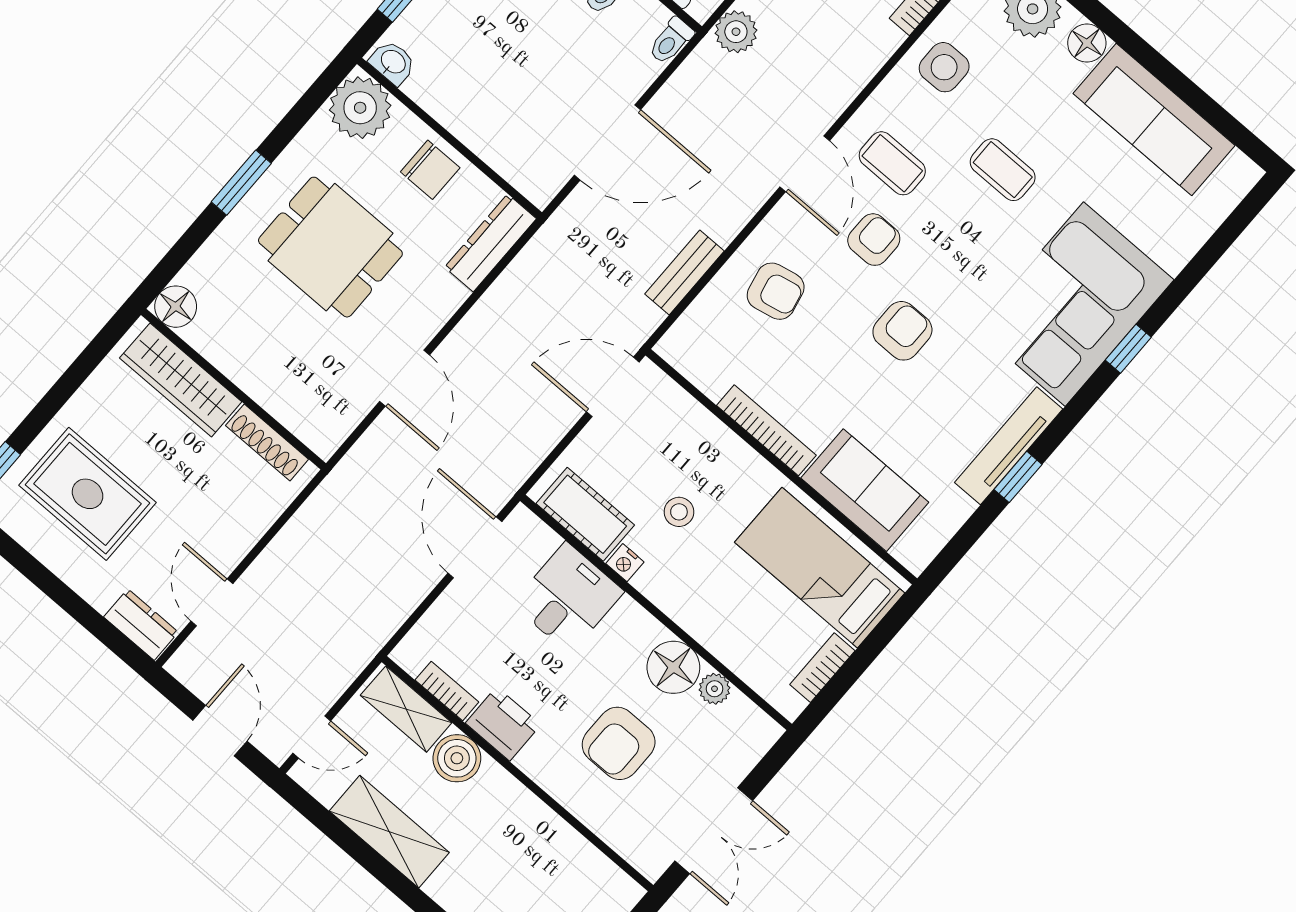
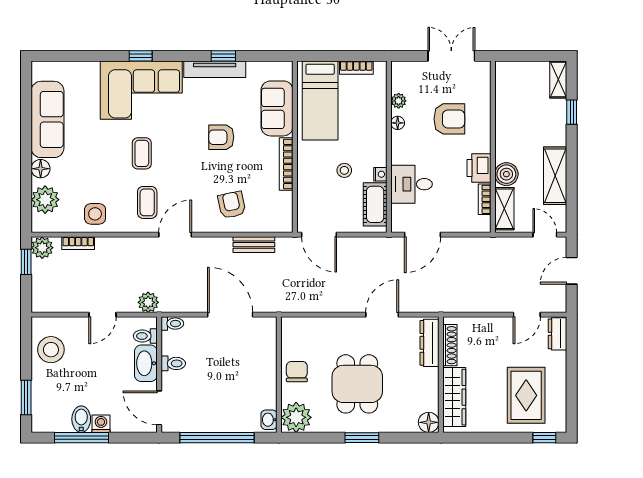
coffee table: (1003, 170) -> (142, 153), moved
armchair: (874, 240) -> (181, 185), removed
dresser: (490, 243) -> (430, 343), moved, turned 90
armchair: (902, 331) -> (221, 137), moved
floor lamp: (673, 667) -> (398, 123), width x0.53, depth x0.53

